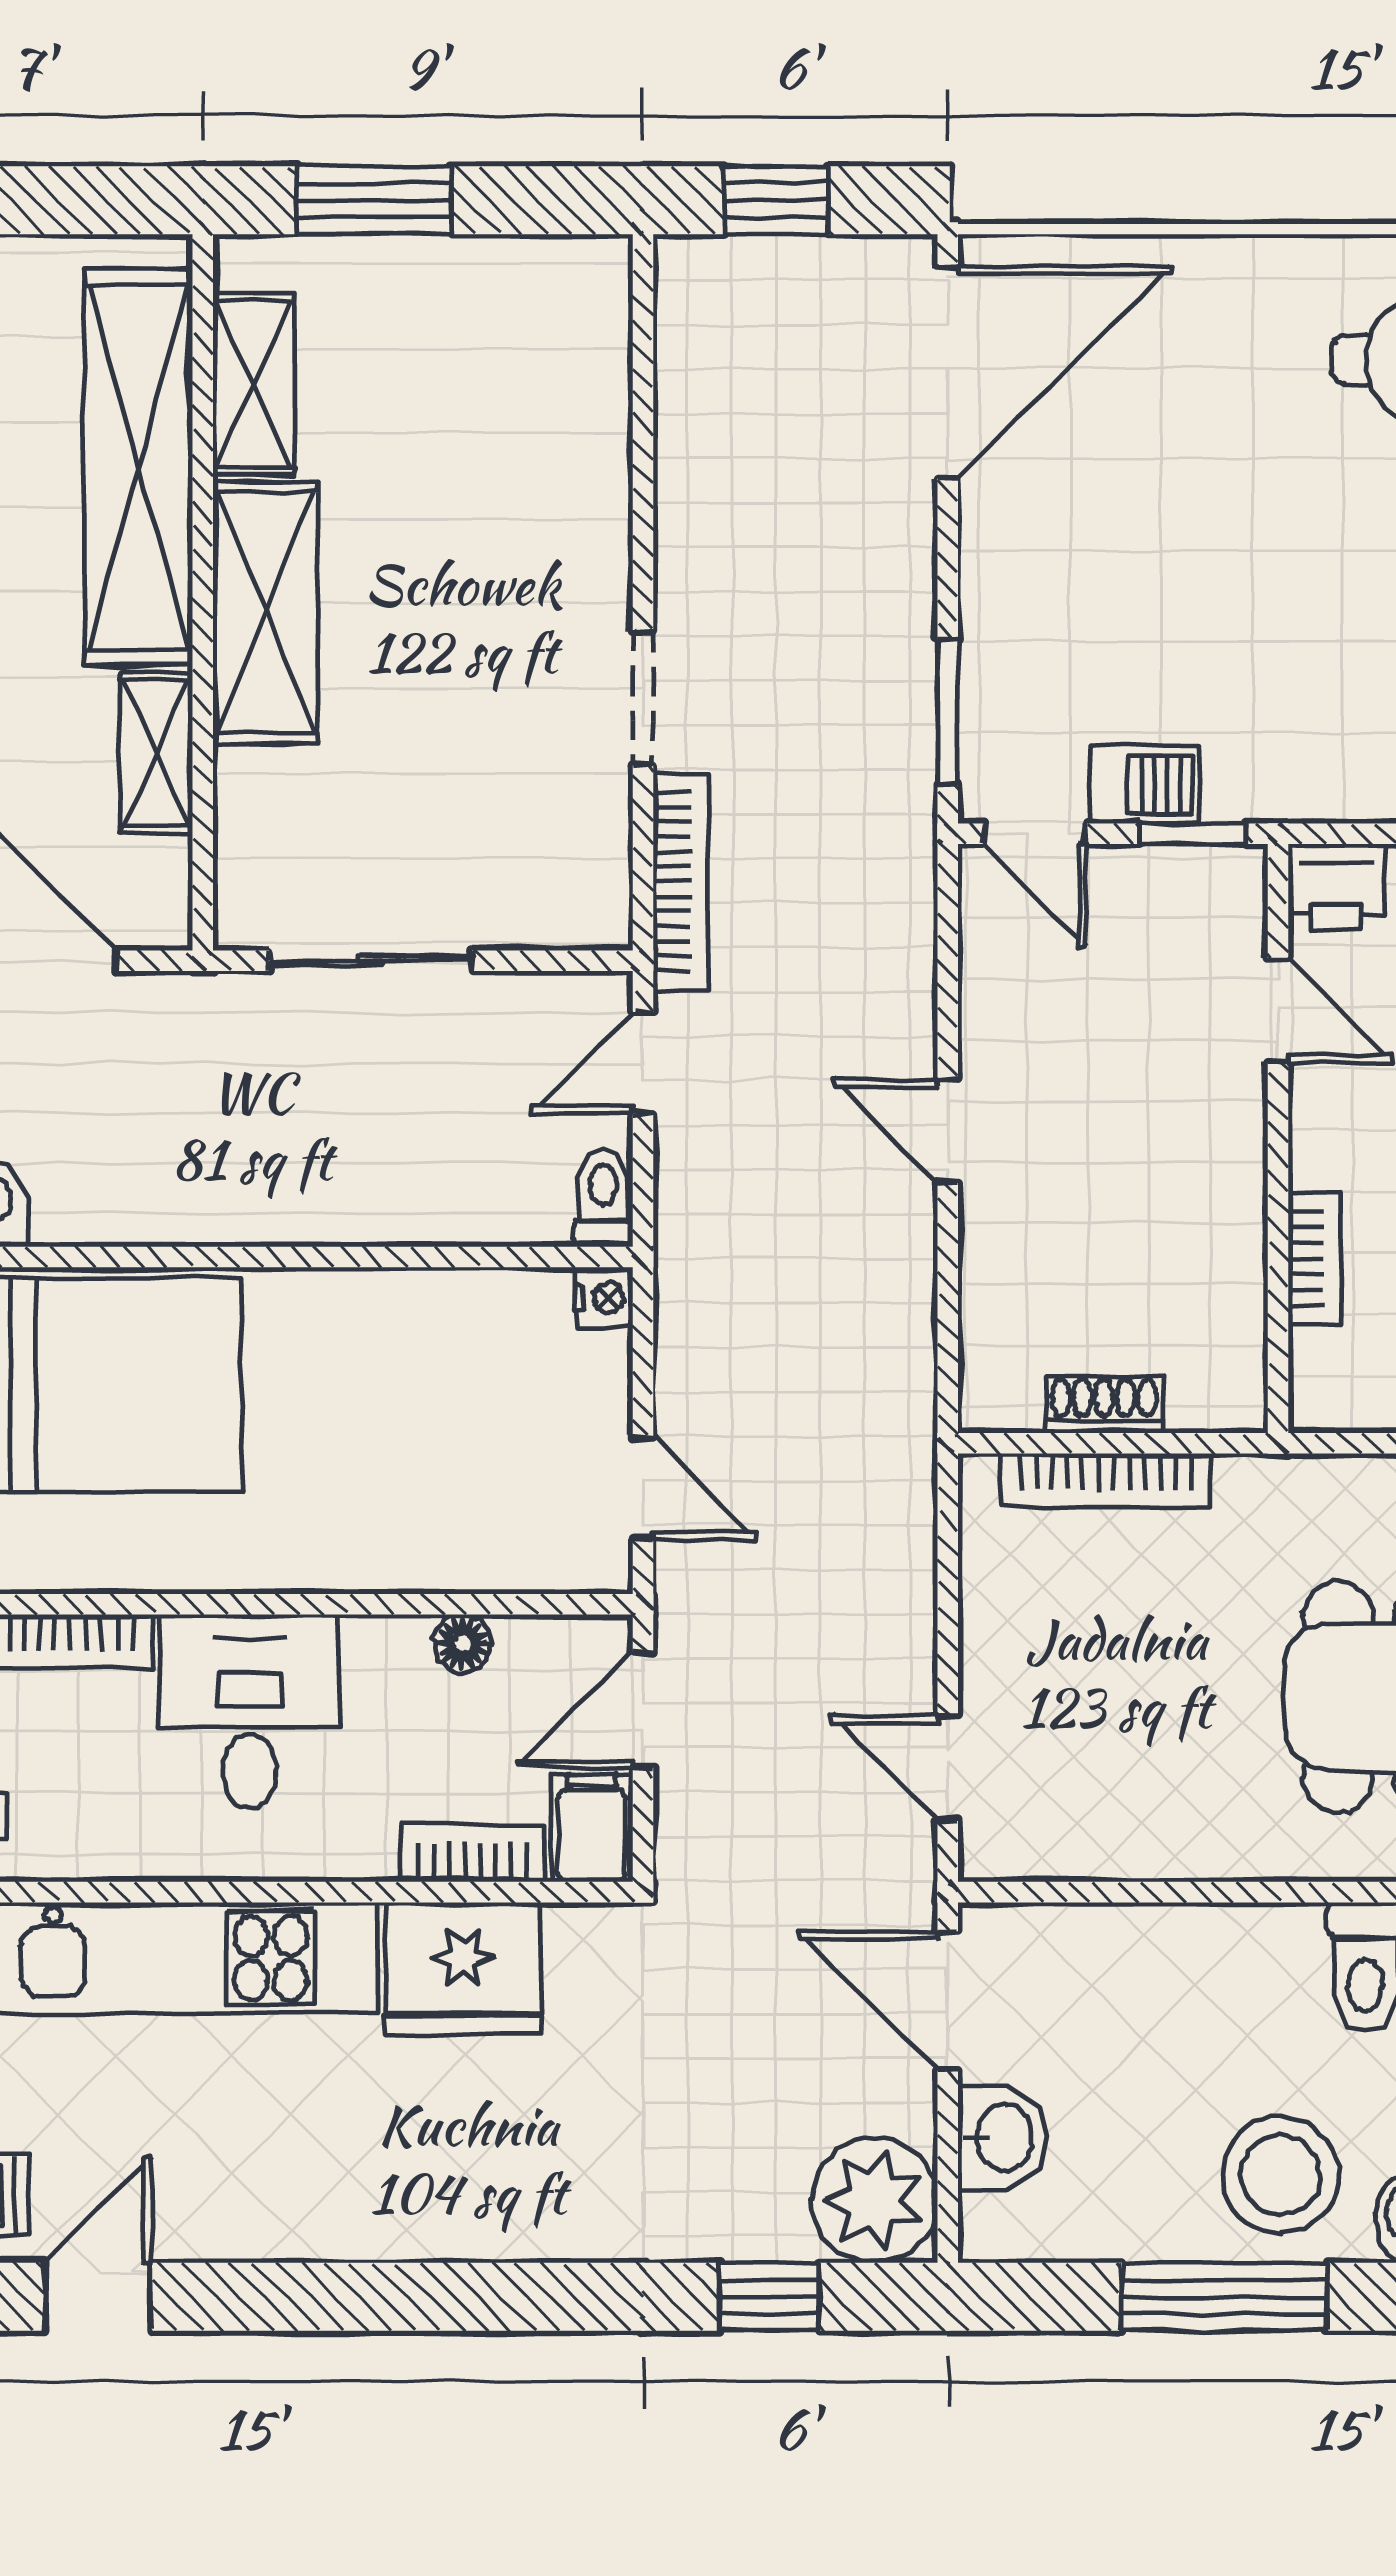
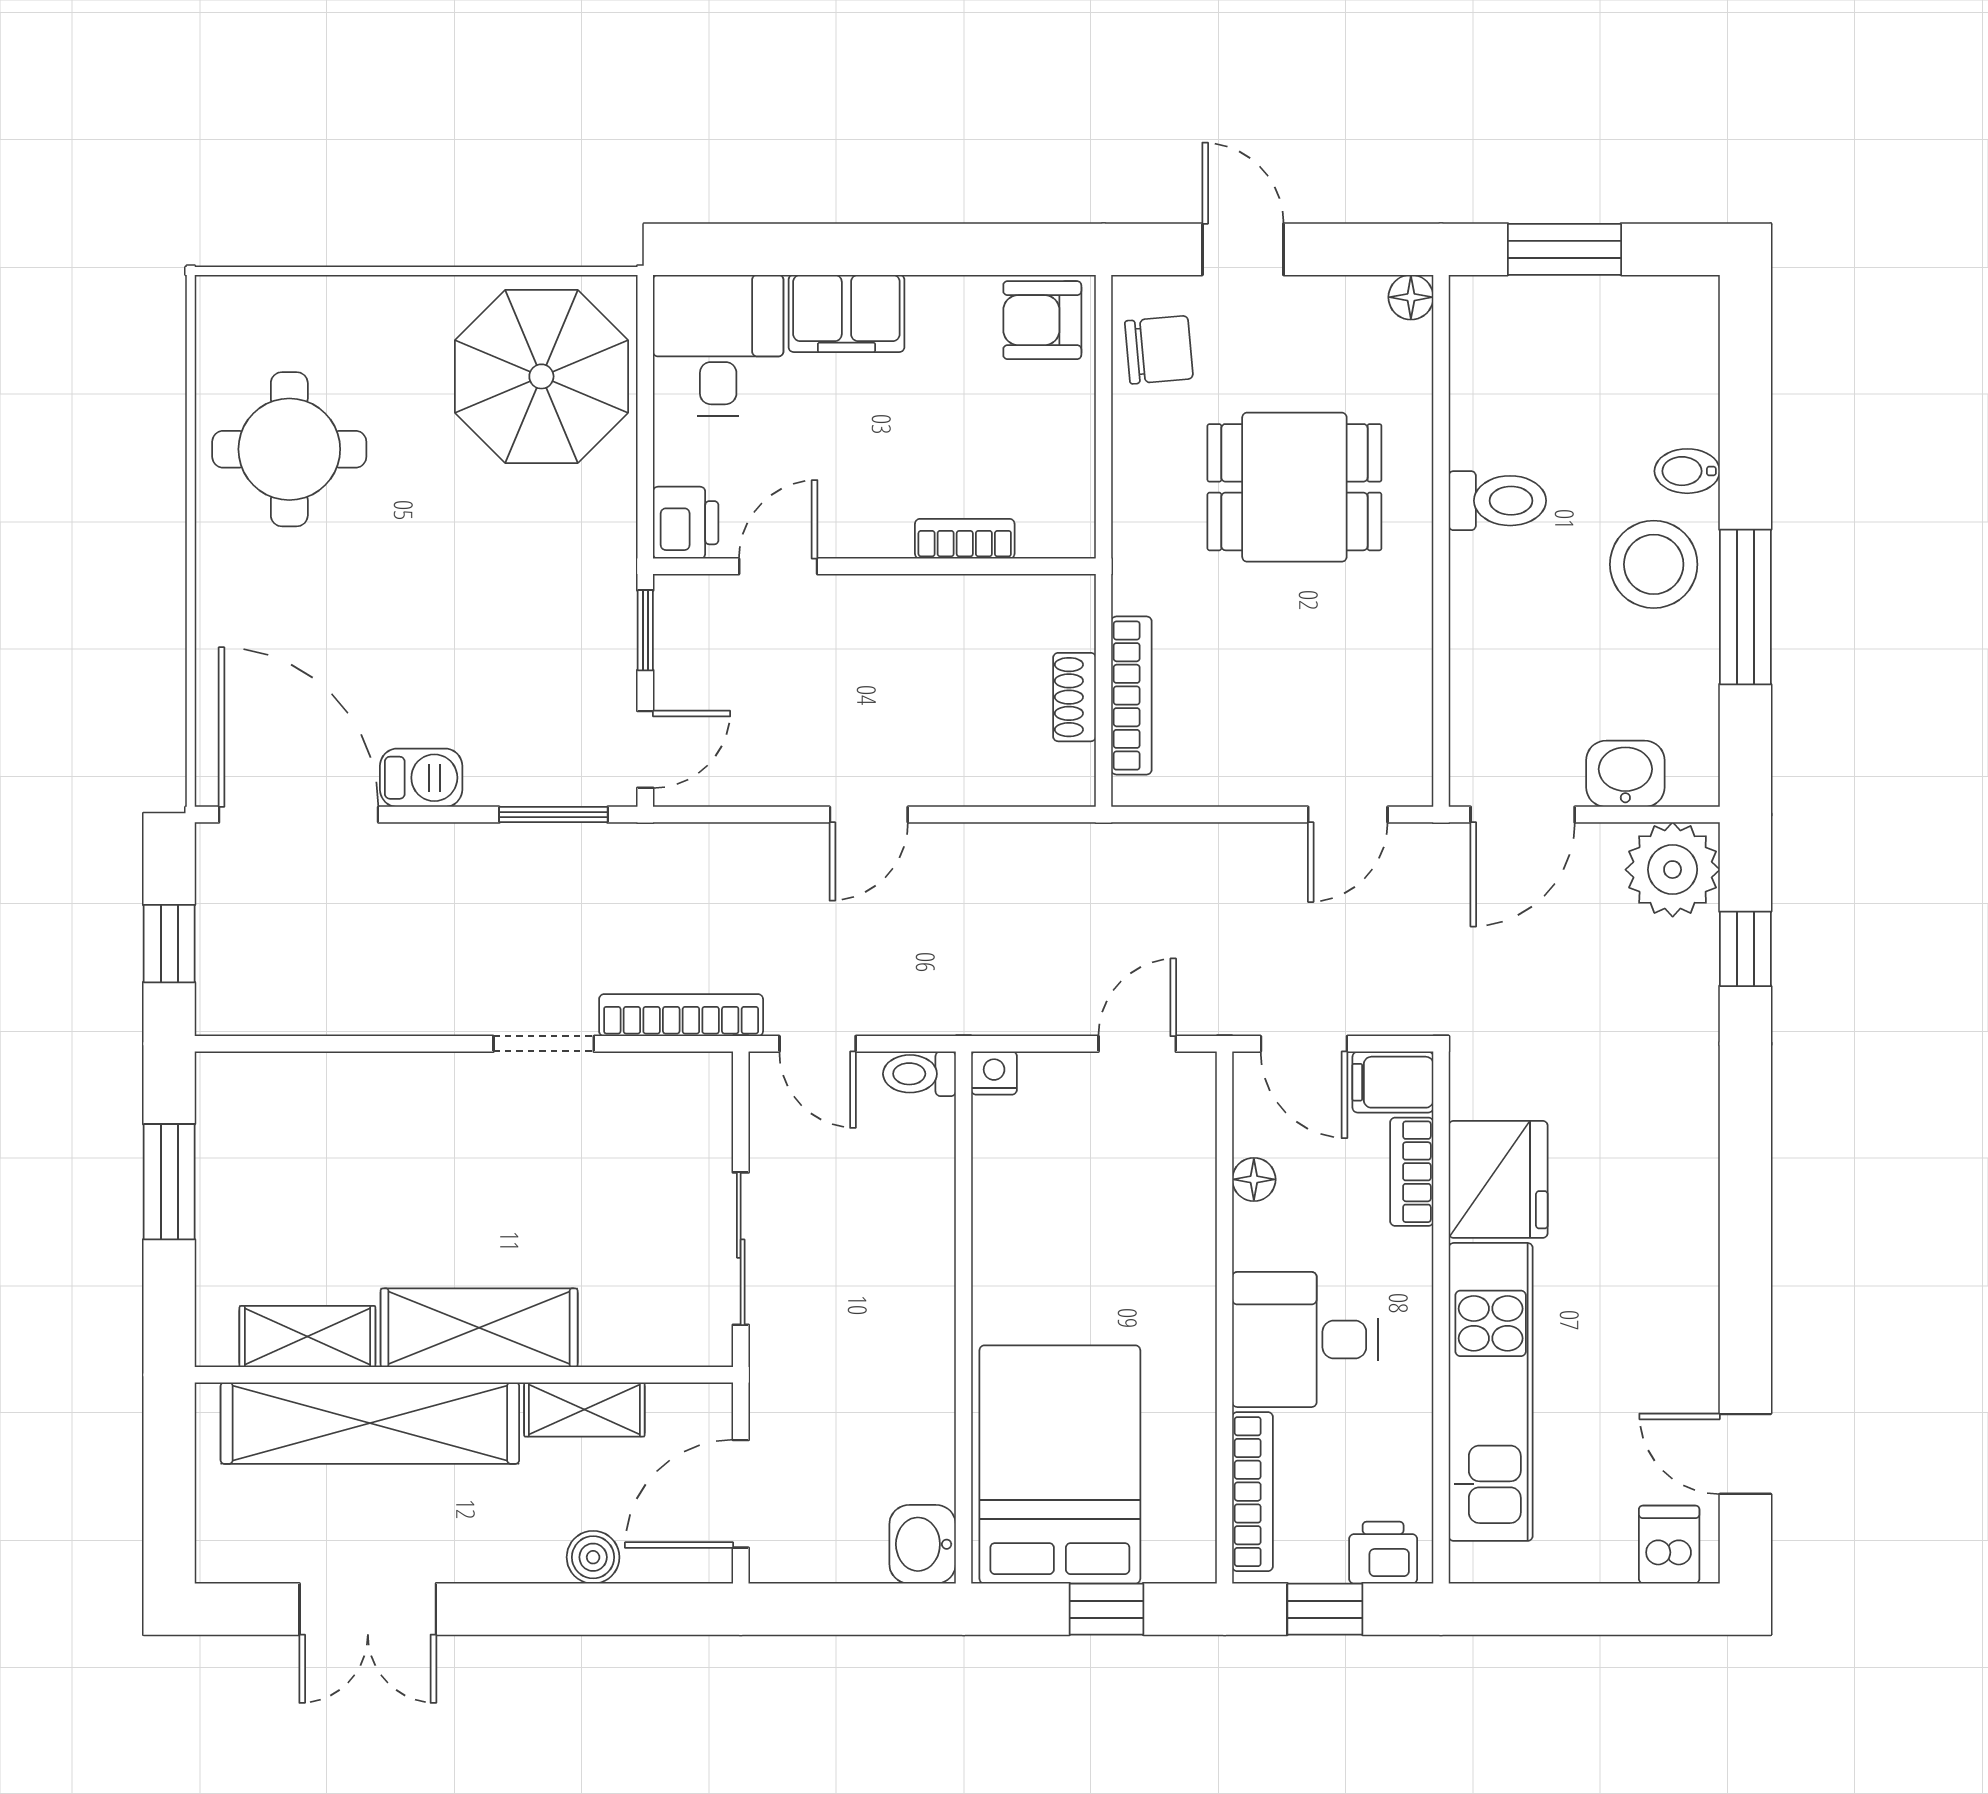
window: (374, 200) -> (169, 1182), moved
barbecue: (1145, 785) -> (421, 778), moved, turned 90

